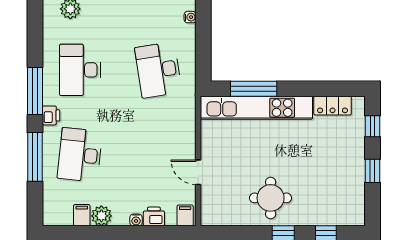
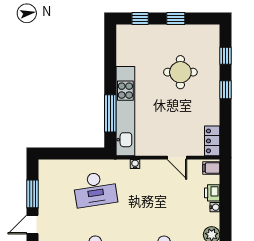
water cooler: (190, 17) -> (135, 164), moved
locker: (333, 106) -> (212, 141), moved, turned 180
door: (198, 172) -> (177, 158), hinge flipped
round table: (271, 198) -> (180, 72), moved

